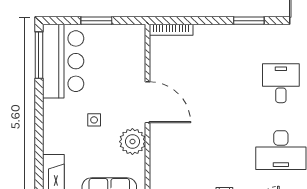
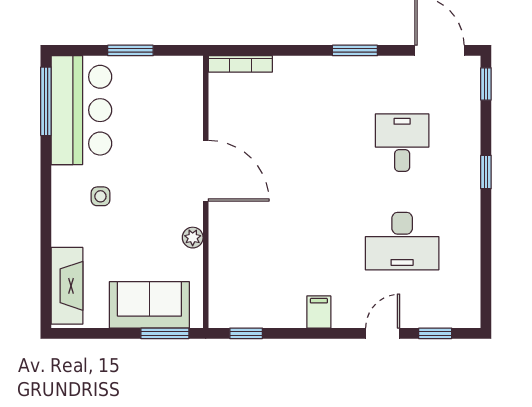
side table: (94, 120) -> (100, 196), moved
plant: (132, 142) -> (193, 238), width x0.53, depth x0.53

